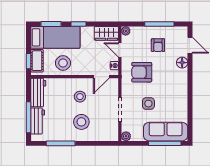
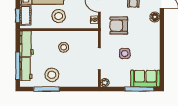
stool: (63, 63) -> (59, 16), moved
door: (101, 77) -> (83, 30), removed
stool: (81, 122) -> (52, 75), moved
sofa: (166, 132) -> (145, 79), width x0.73

